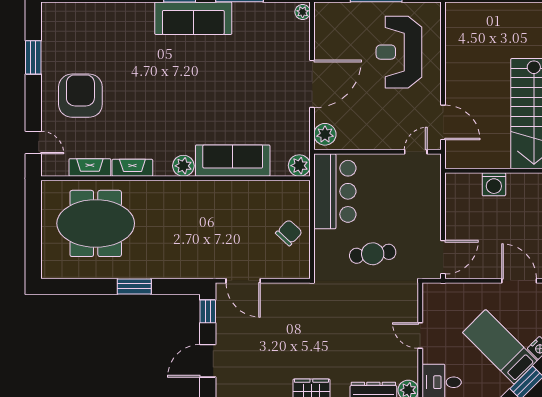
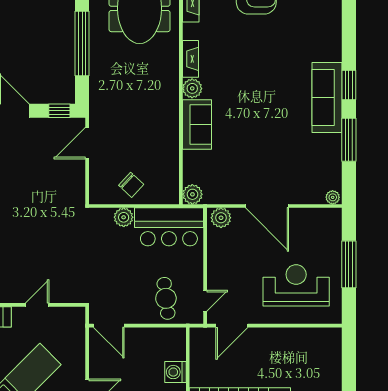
door: (416, 152) -> (205, 301), hinge flipped
sofa: (233, 161) -> (197, 124), width x0.73
fireplace: (132, 168) -> (190, 59), moved
plant: (324, 241) -> (124, 217), added
cafe table: (373, 254) -> (166, 298), moved
window: (134, 286) -> (82, 43), width x2.11

